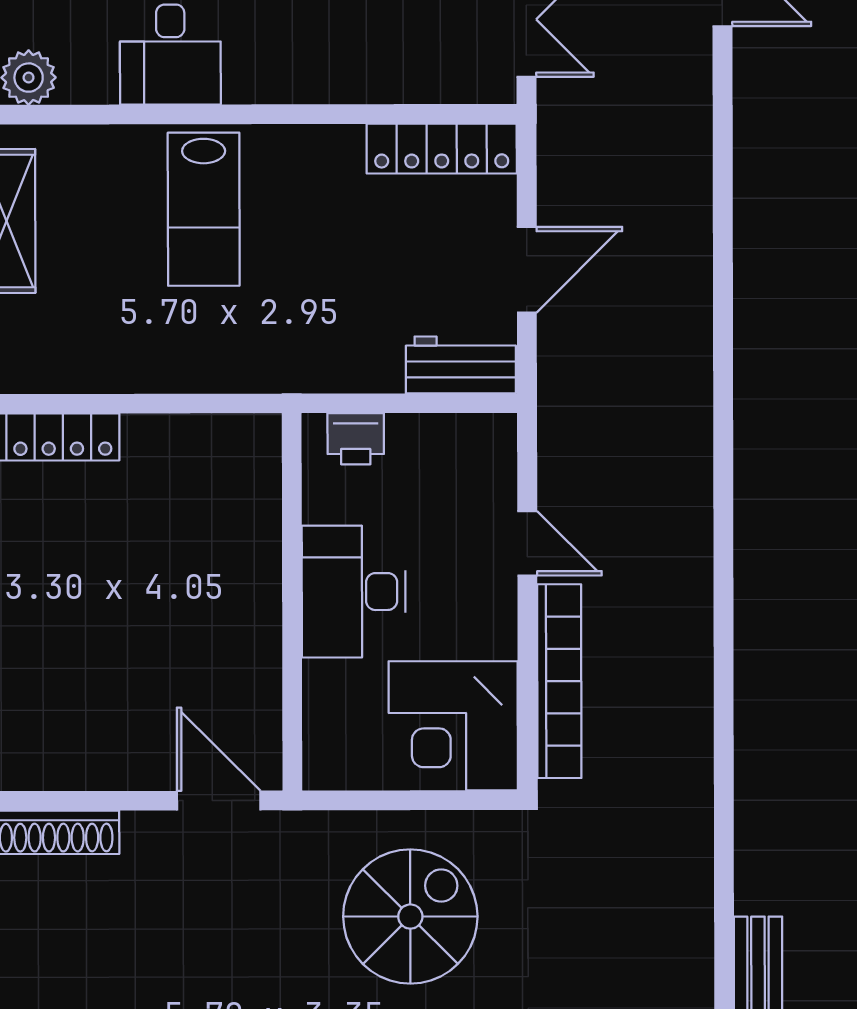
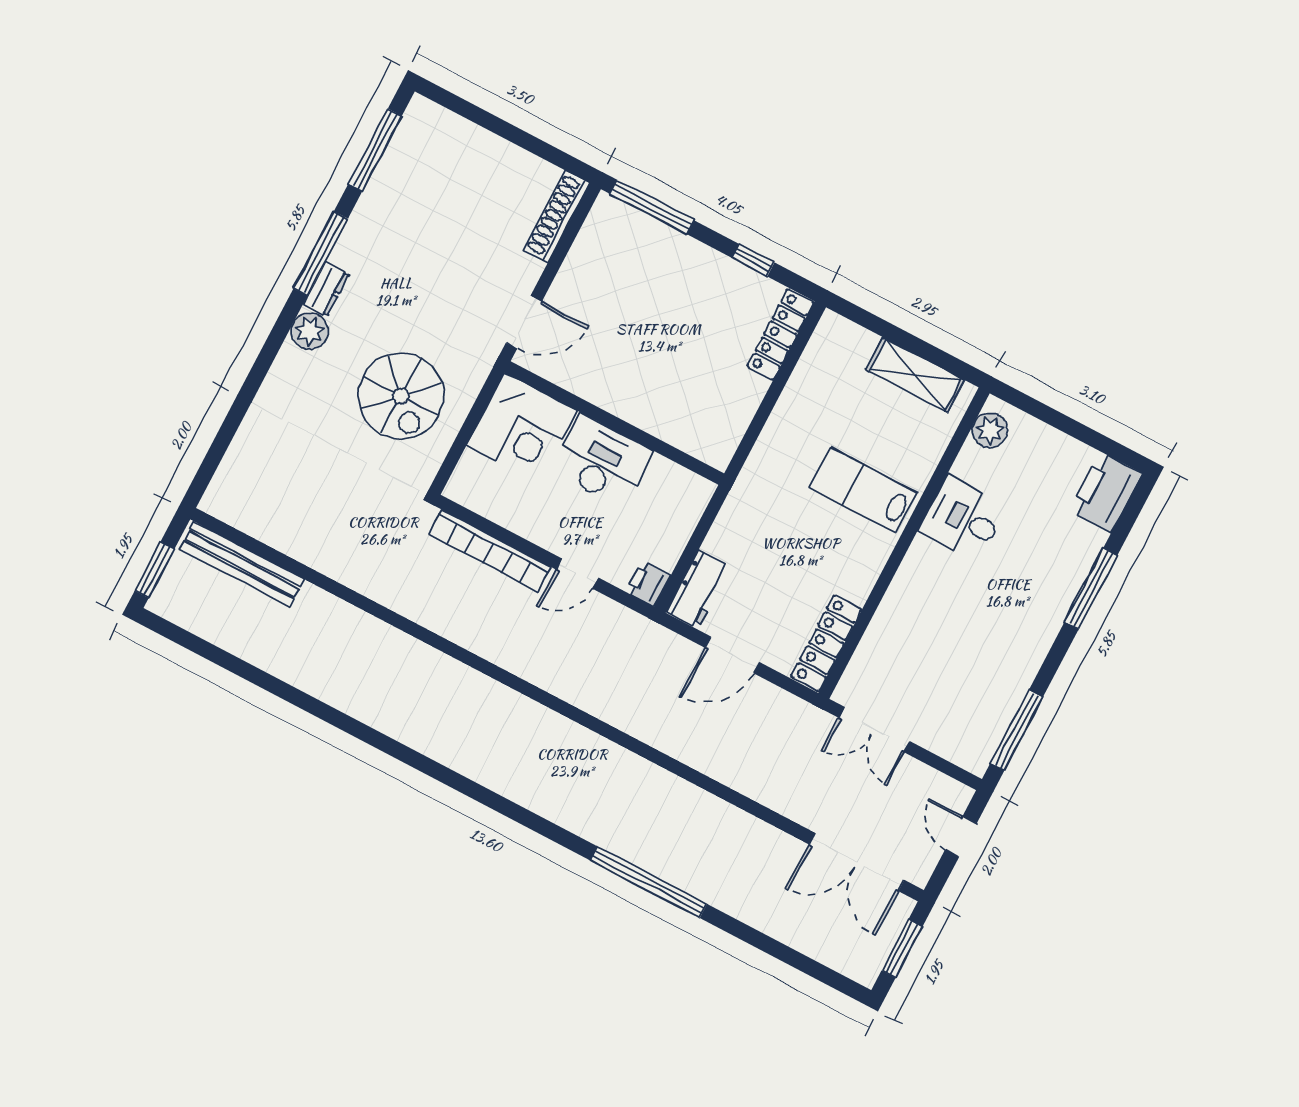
door: (527, 270) -> (732, 655), hinge flipped
printer: (356, 439) -> (648, 583), moved
corner desk: (453, 726) -> (522, 428), moved, turned 180

